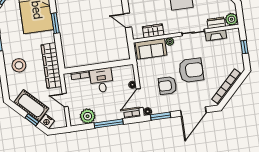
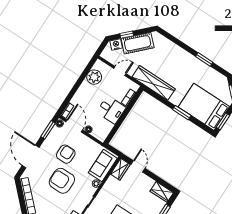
door: (127, 20) -> (138, 166), hinge flipped
wardrobe: (153, 31) -> (120, 169), moved
stool: (19, 65) -> (174, 60), removed
armchair: (191, 70) -> (62, 181), turned 90
window: (109, 124) -> (76, 88), removed

